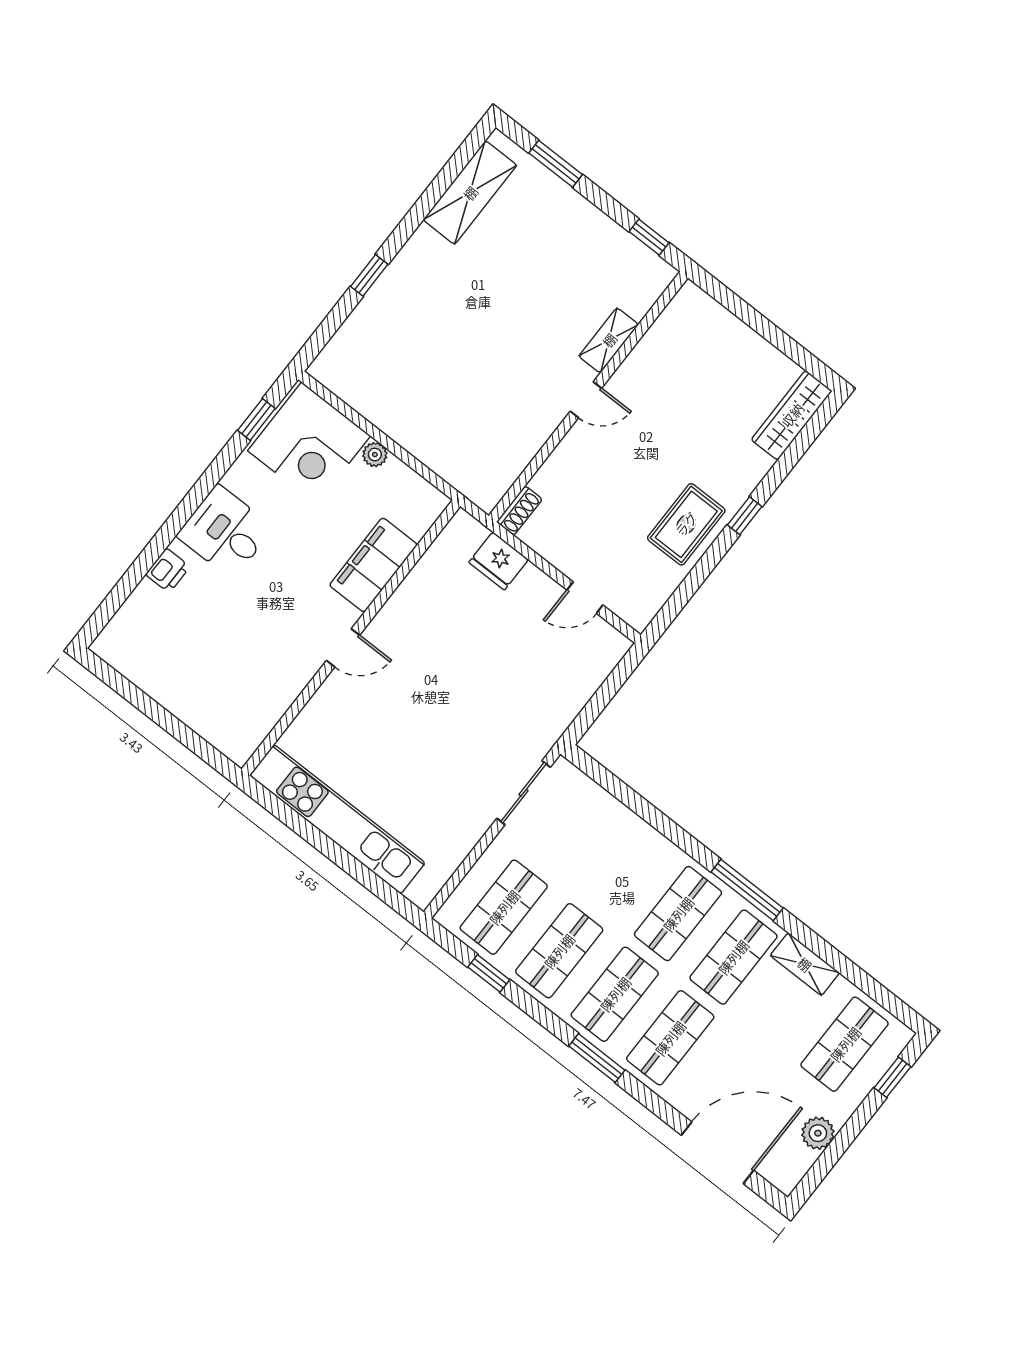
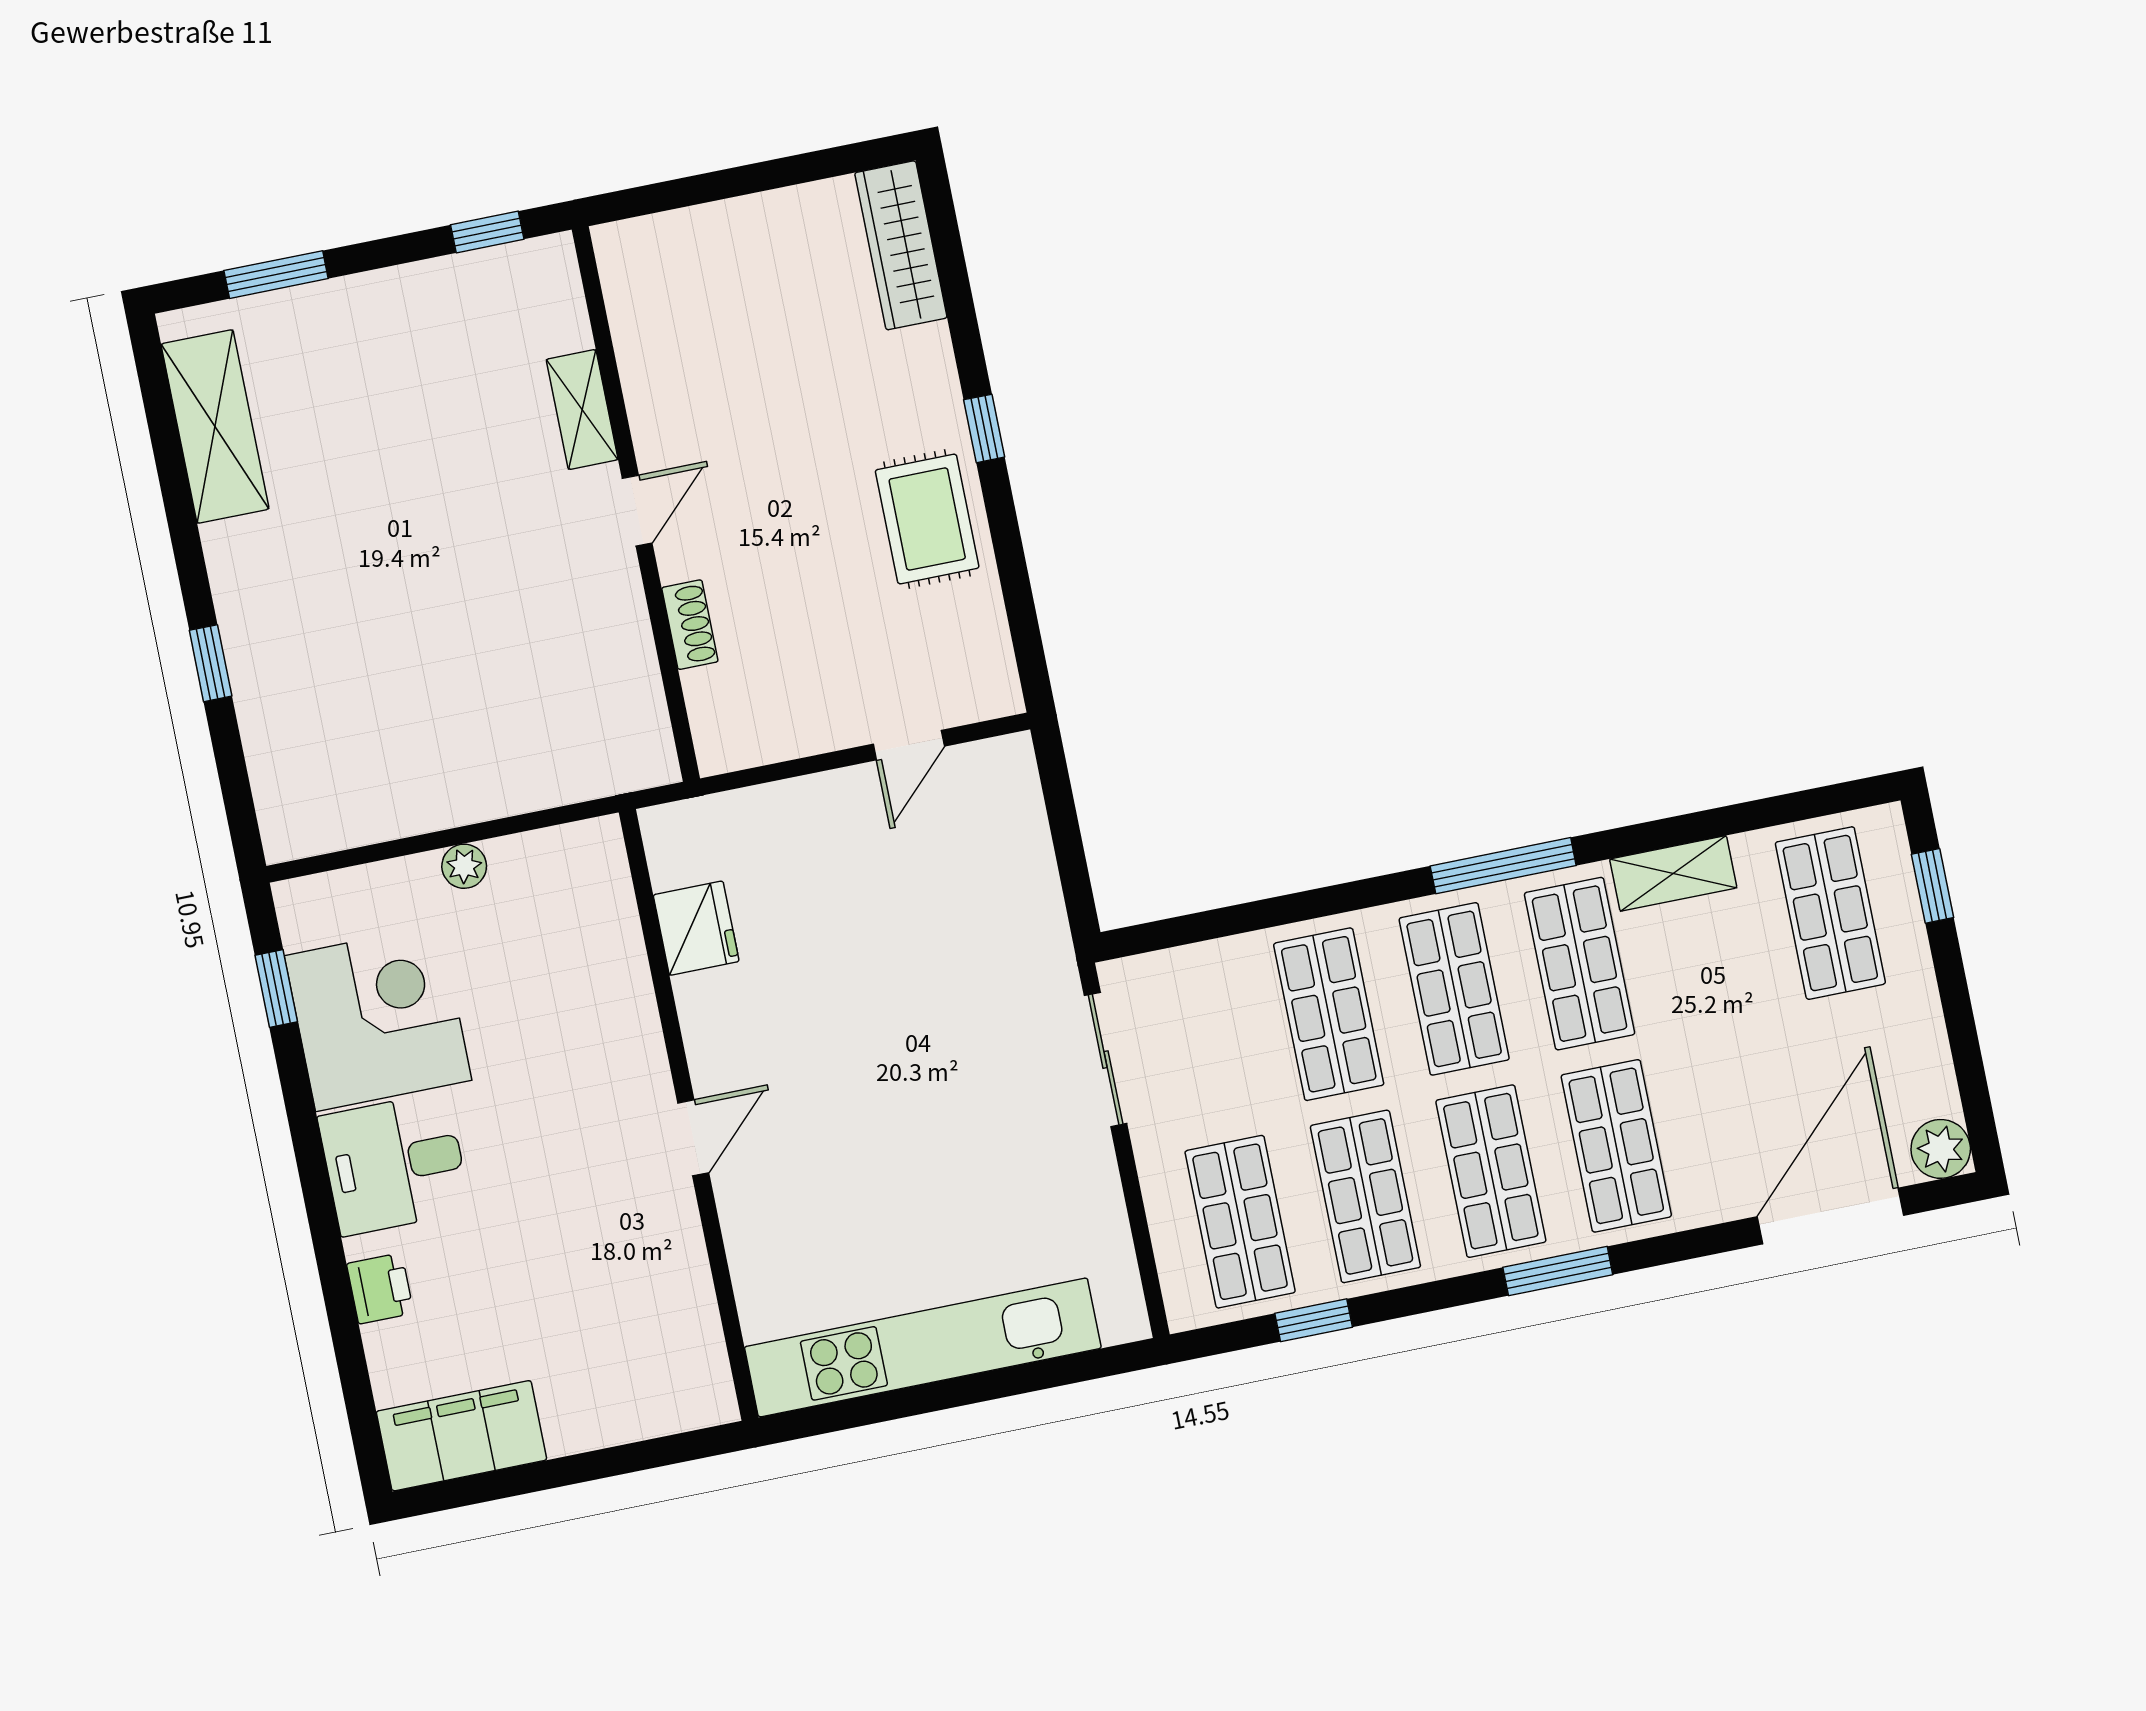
corner desk: (309, 443) -> (378, 1018), moved, turned -90
shoe rack: (519, 511) -> (690, 625), moved
fridge: (499, 561) -> (696, 928), moved, turned -90
filing cabinet: (373, 565) -> (461, 1436), moved, turned 90
shop shelf: (622, 870) -> (1329, 1014), added
plant: (818, 1133) -> (1941, 1149), moved

